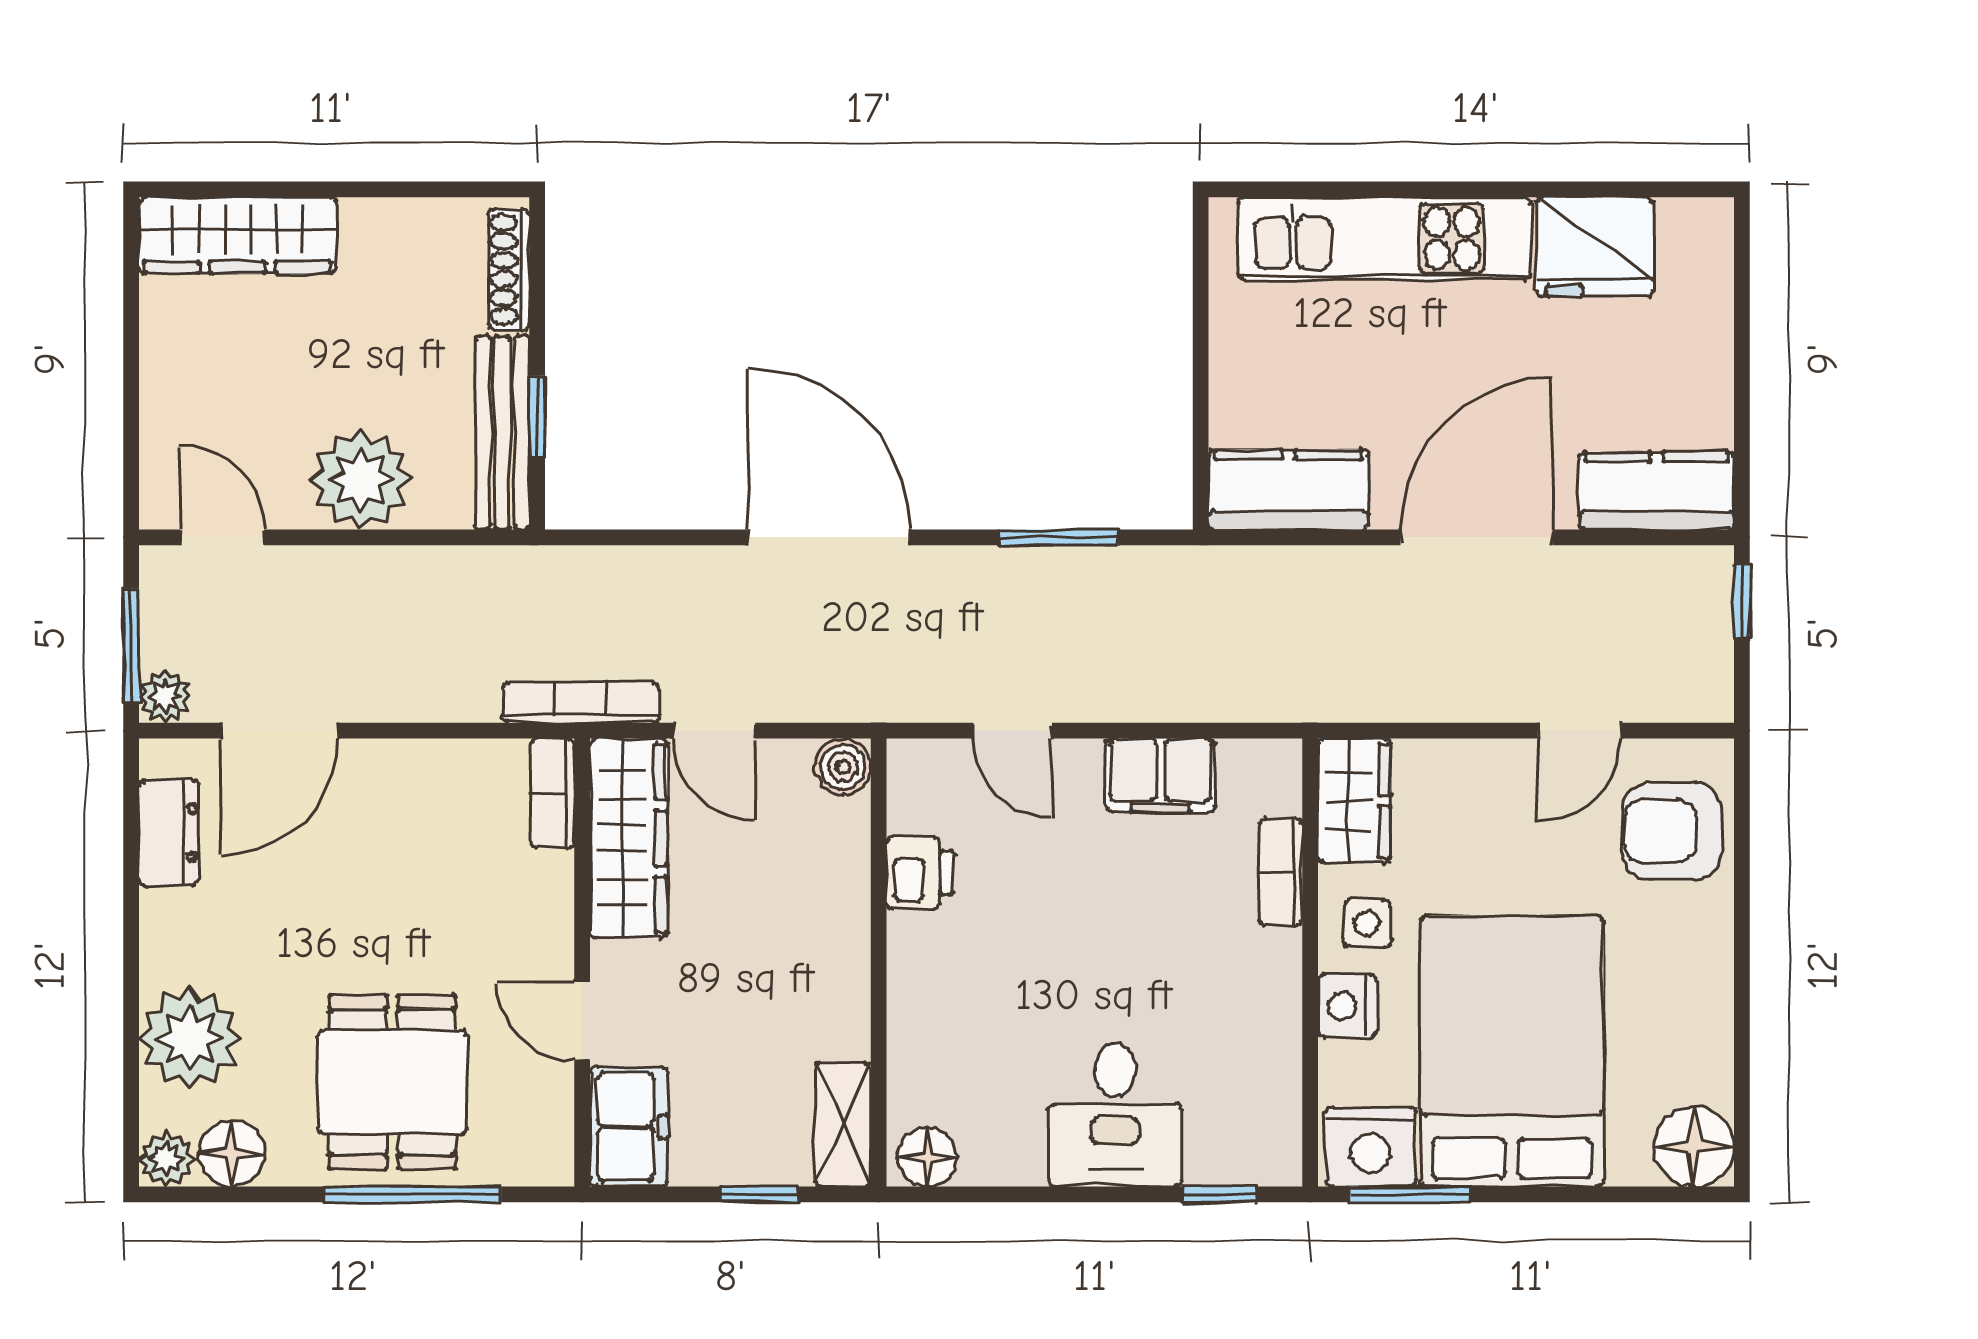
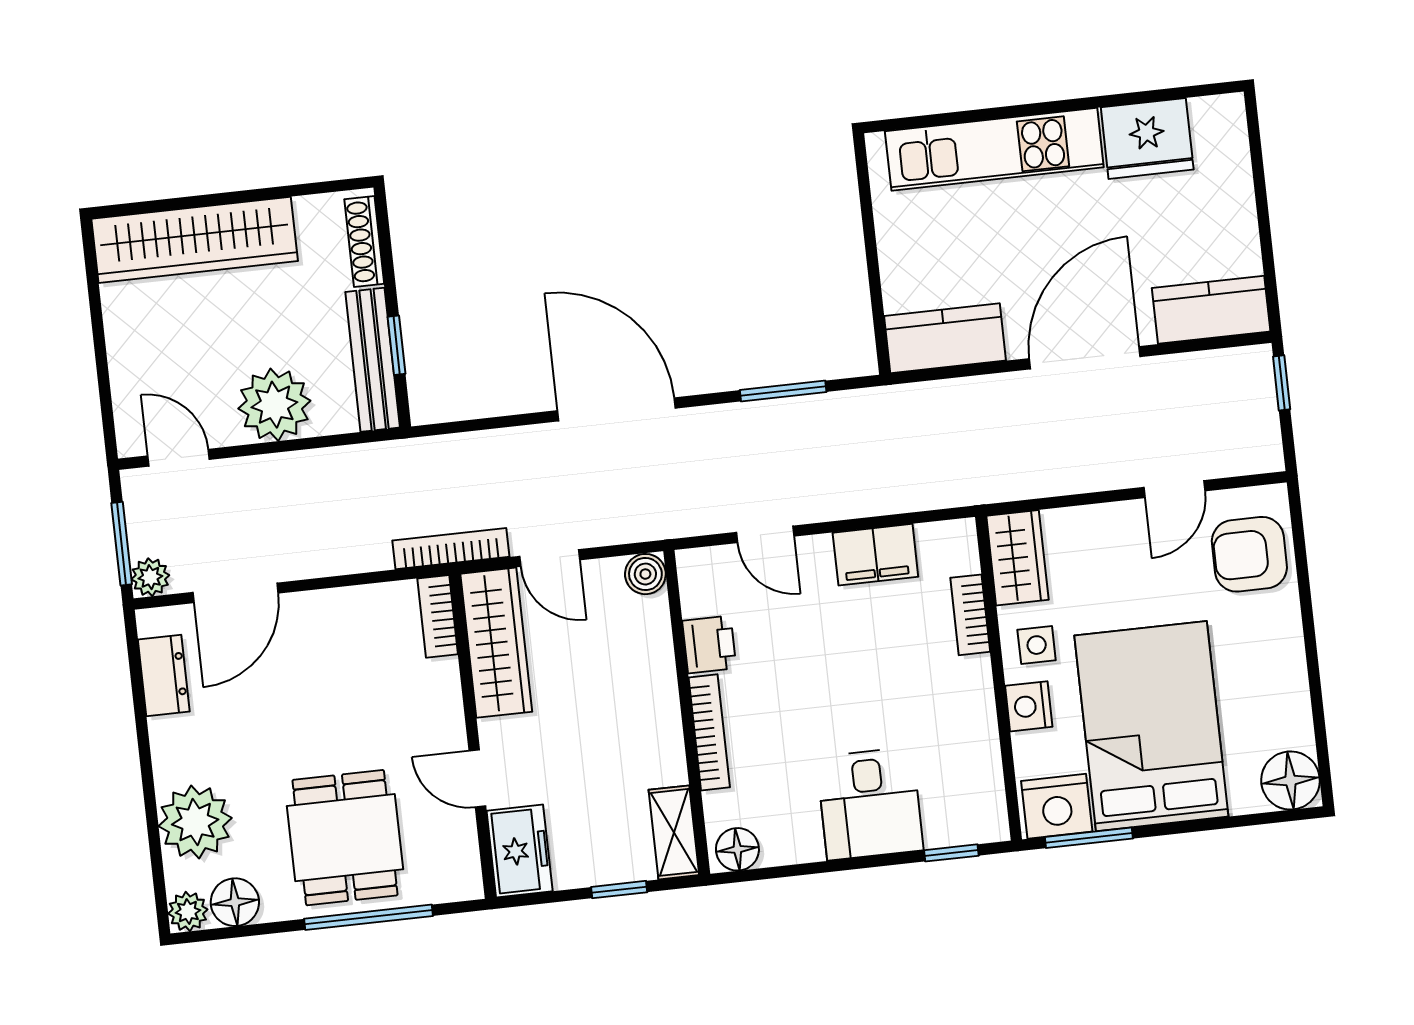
wardrobe: (237, 235) -> (195, 240), width x1.40, depth x1.17
bookcase: (906, 993) -> (709, 732), added

